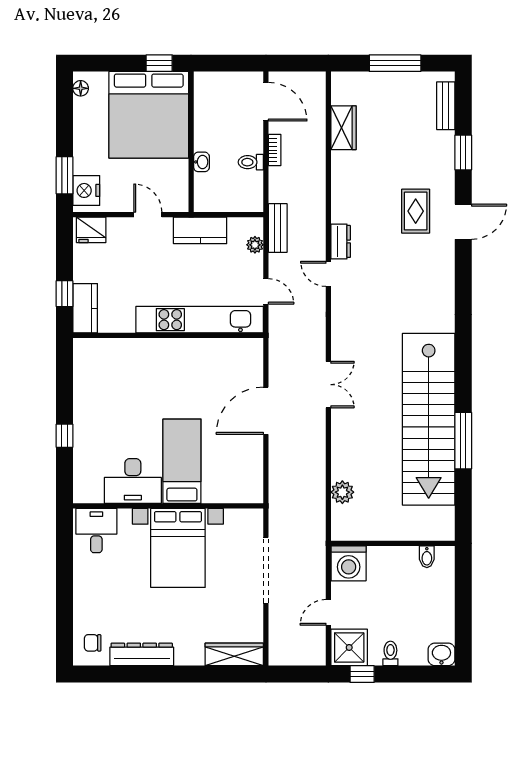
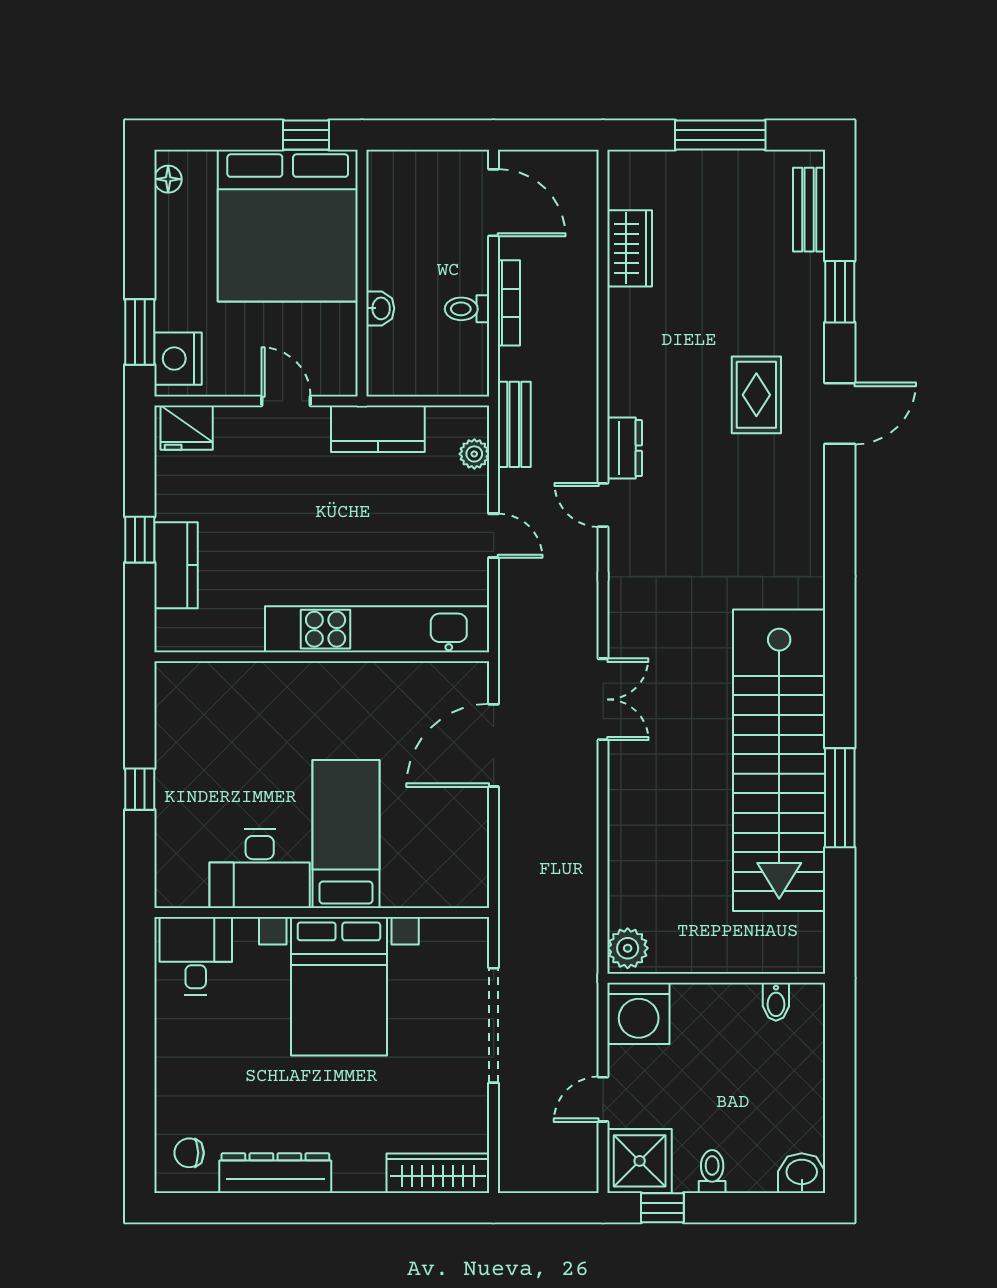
bookcase: (275, 150) -> (509, 303), width x1.56
kitchen unit: (200, 320) -> (377, 629), moved
wall: (168, 335) -> (322, 657), moved
plant: (342, 492) -> (628, 948), moved

